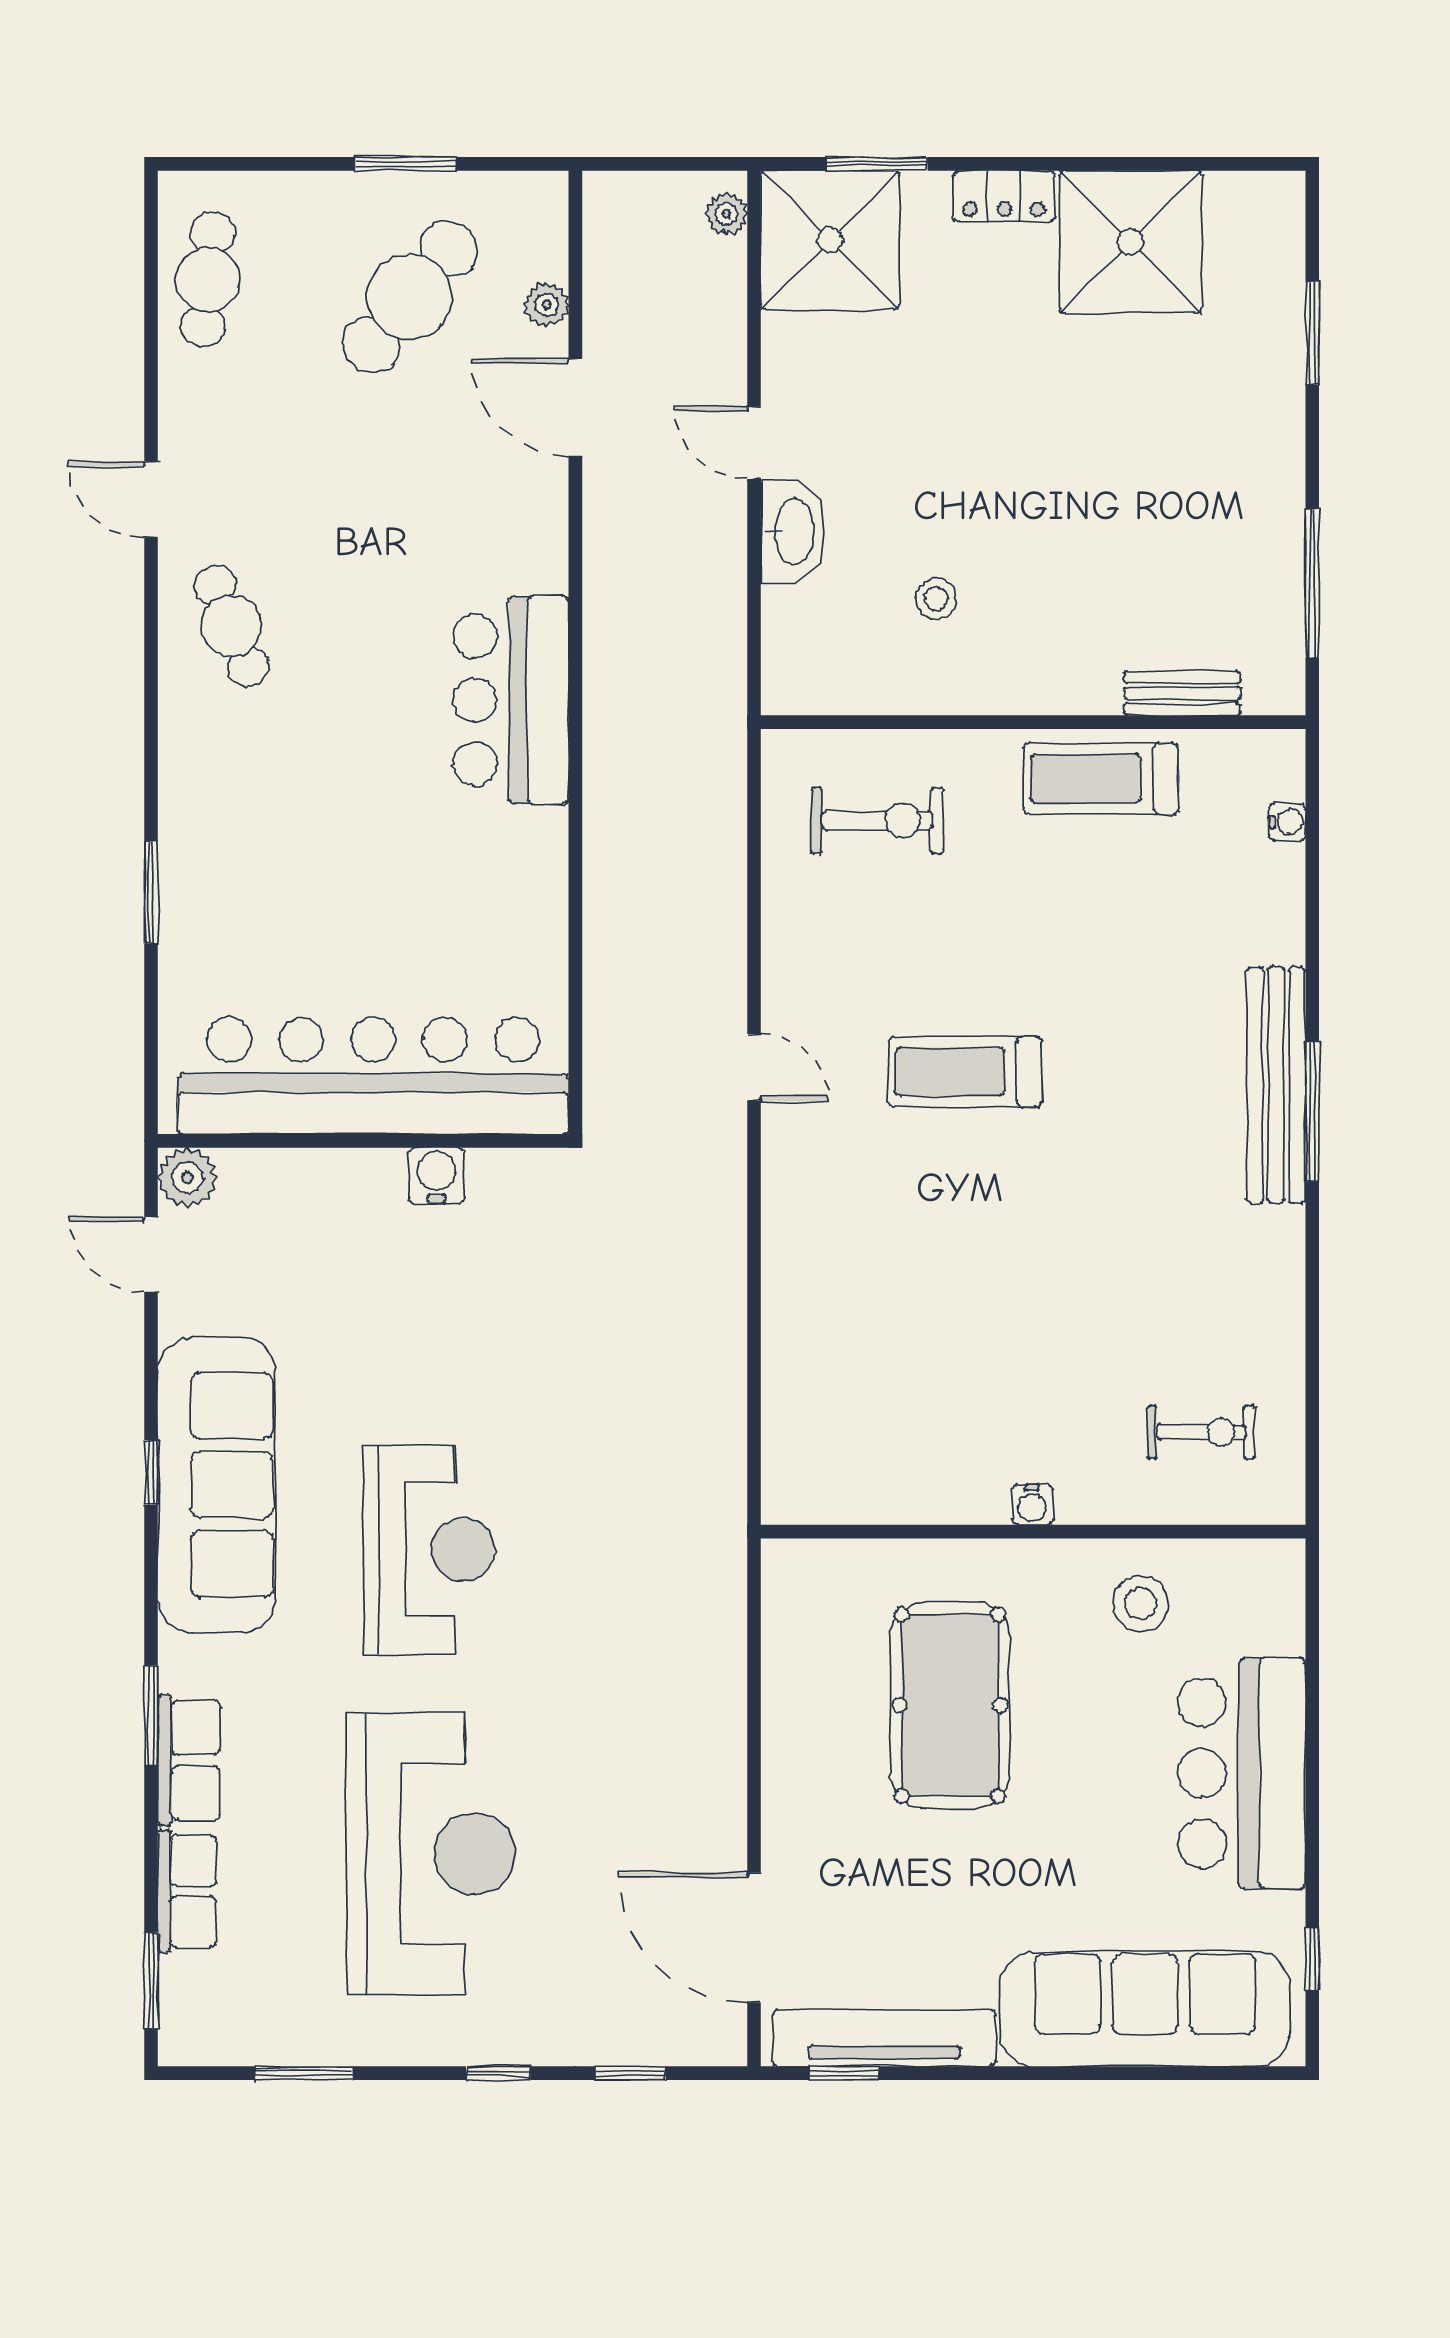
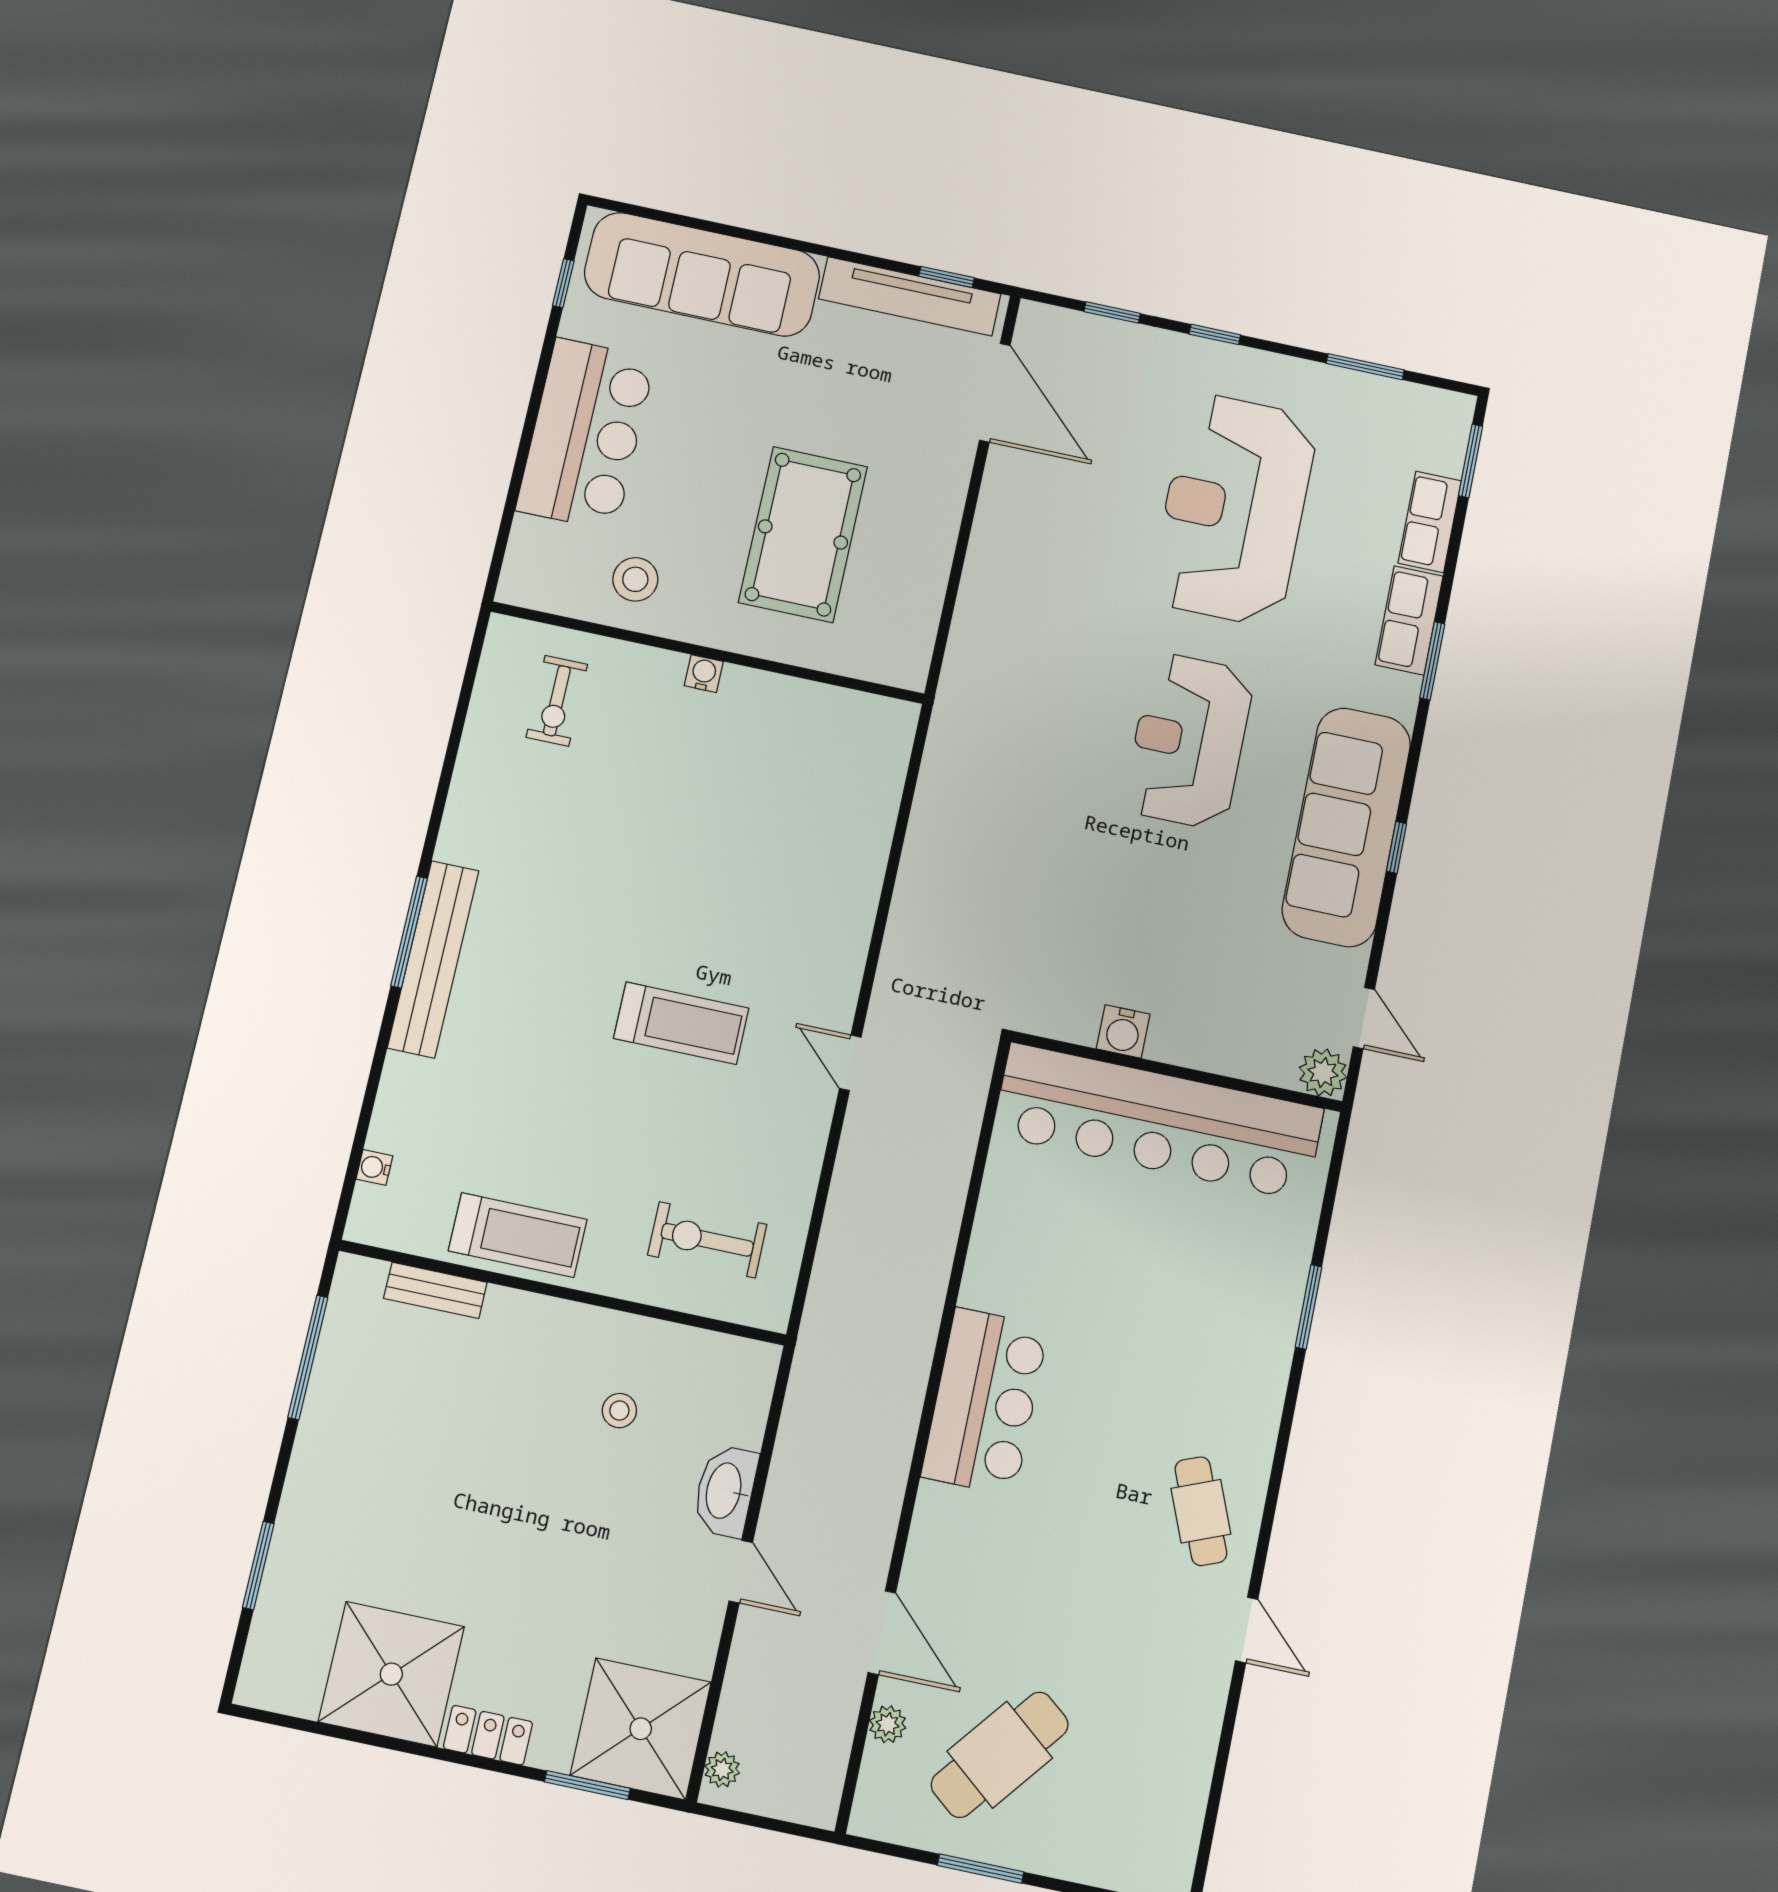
cafe table: (208, 280) -> (1164, 1805), removed
exercise bike: (1201, 1432) -> (557, 701), turned -90

